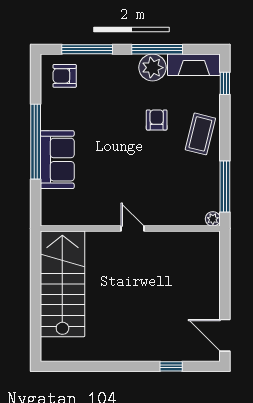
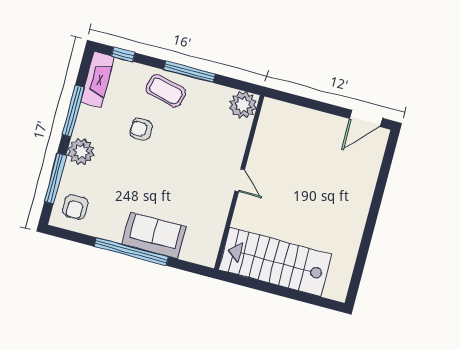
plant: (153, 68) -> (81, 152), moved
window: (225, 187) -> (189, 72), moved
plant: (213, 219) -> (243, 105), width x1.88, depth x1.88
door: (133, 229) -> (240, 180), swing flipped
window: (171, 366) -> (382, 178), removed

